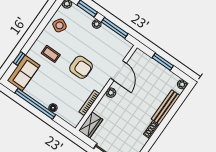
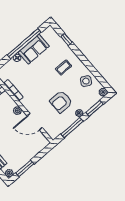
window: (163, 62) -> (25, 168), moved
armchair: (81, 67) -> (61, 102), moved
sofa: (24, 73) -> (34, 49), moved, turned -90

